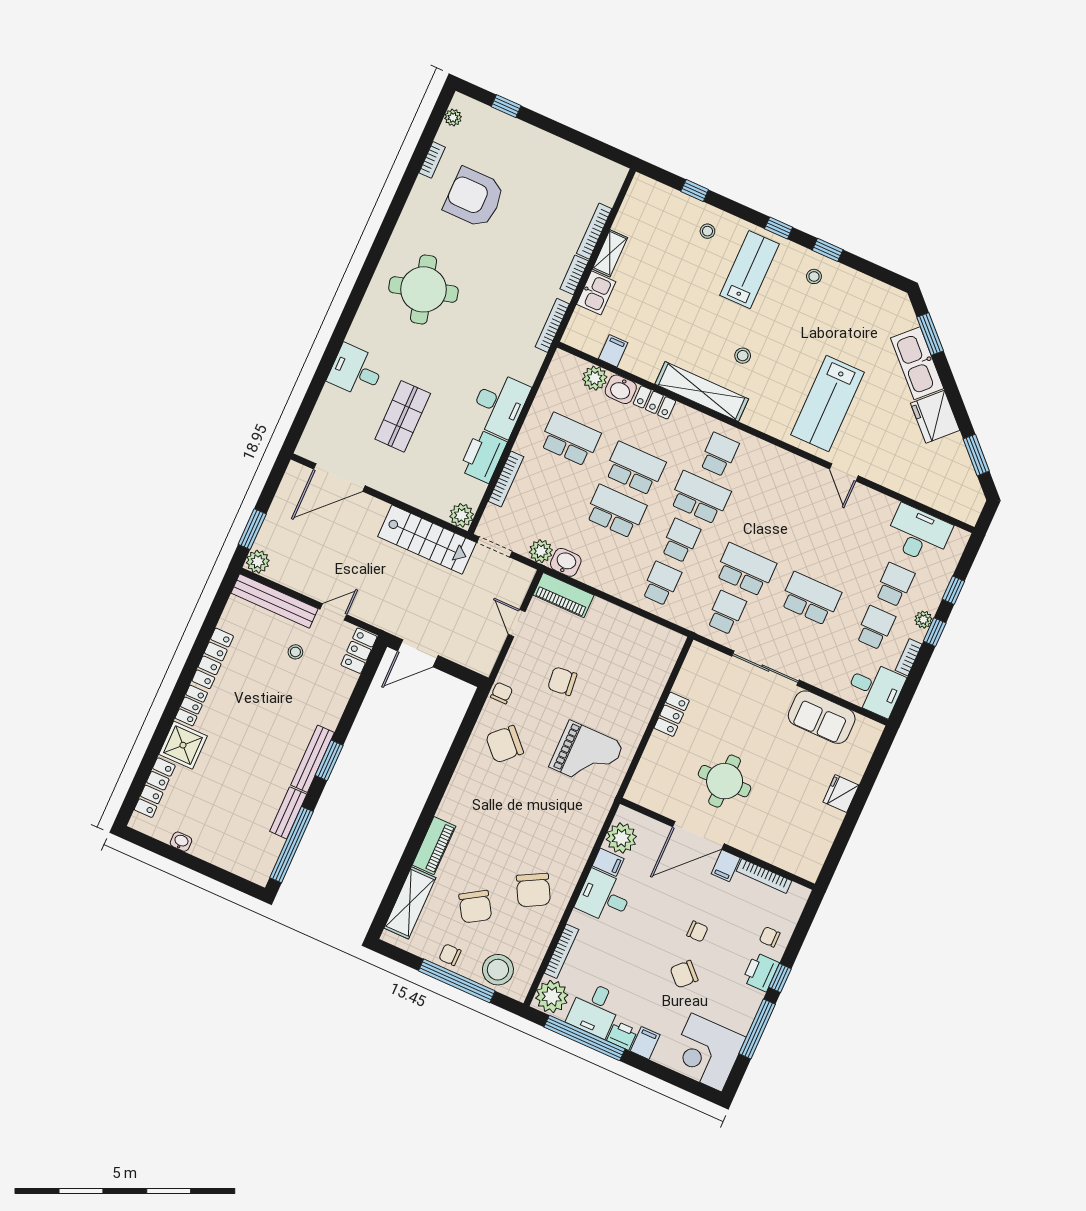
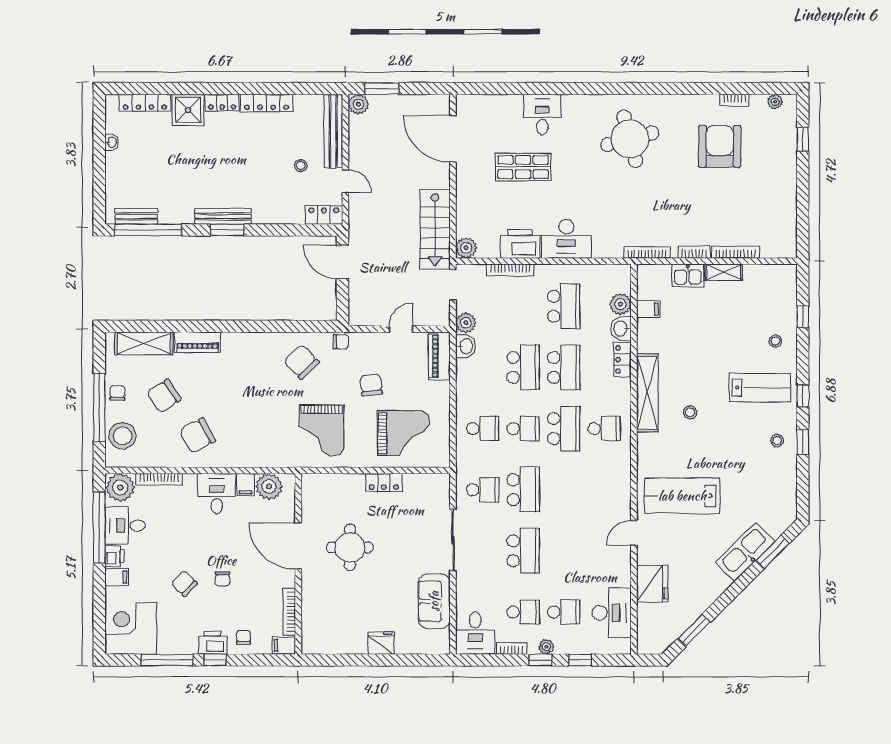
fridge: (935, 417) -> (652, 584), moved, turned 135
grand piano: (628, 670) -> (403, 433), added
bench: (288, 813) -> (136, 216), moved
filing cabinet: (726, 866) -> (284, 645), moved

